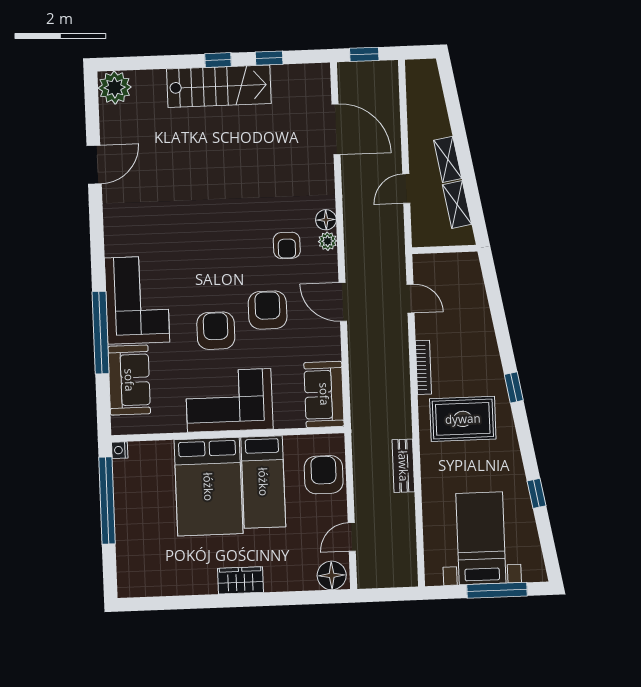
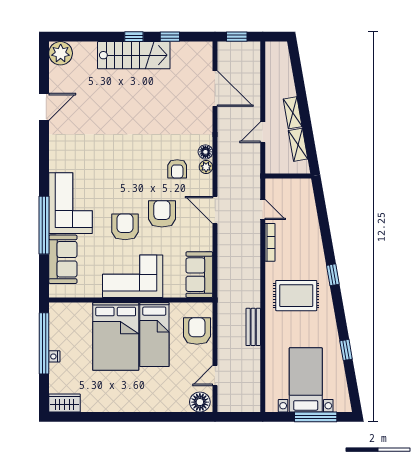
bookcase: (423, 367) -> (270, 242), moved
nightstand: (120, 450) -> (54, 356), moved
wardrobe: (240, 580) -> (64, 403), moved

